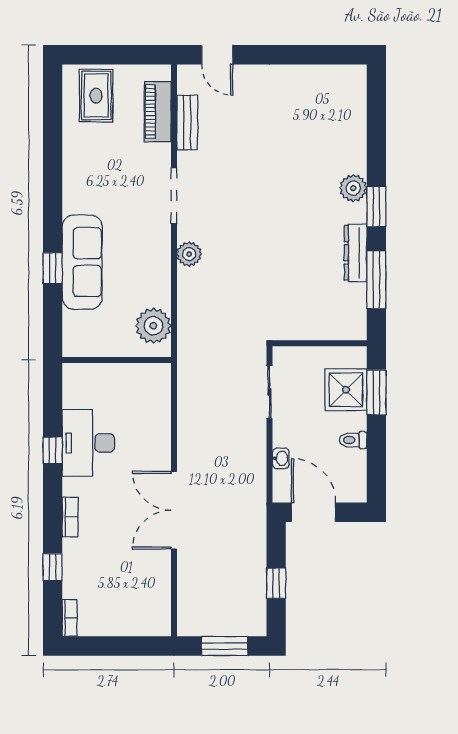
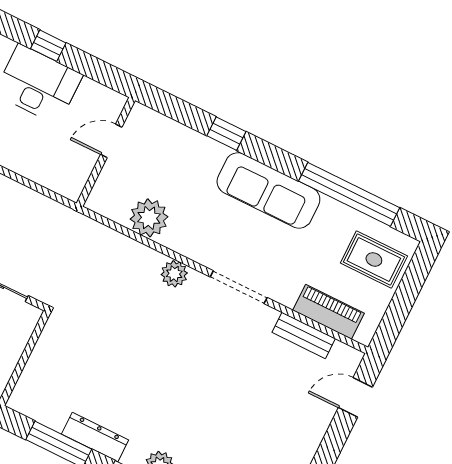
window: (53, 142) -> (349, 194), added
sofa: (82, 262) -> (268, 190), moved
plant: (153, 326) -> (149, 218), moved
door: (105, 360) -> (111, 141), added

